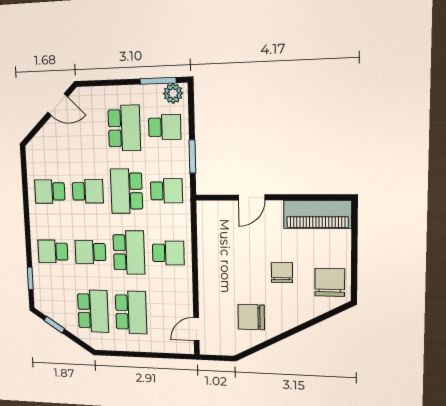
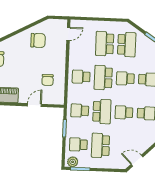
school desk: (90, 252) -> (125, 78), turned 180
chair: (282, 273) -> (48, 80), moved
school desk: (93, 311) -> (127, 45), turned 180

